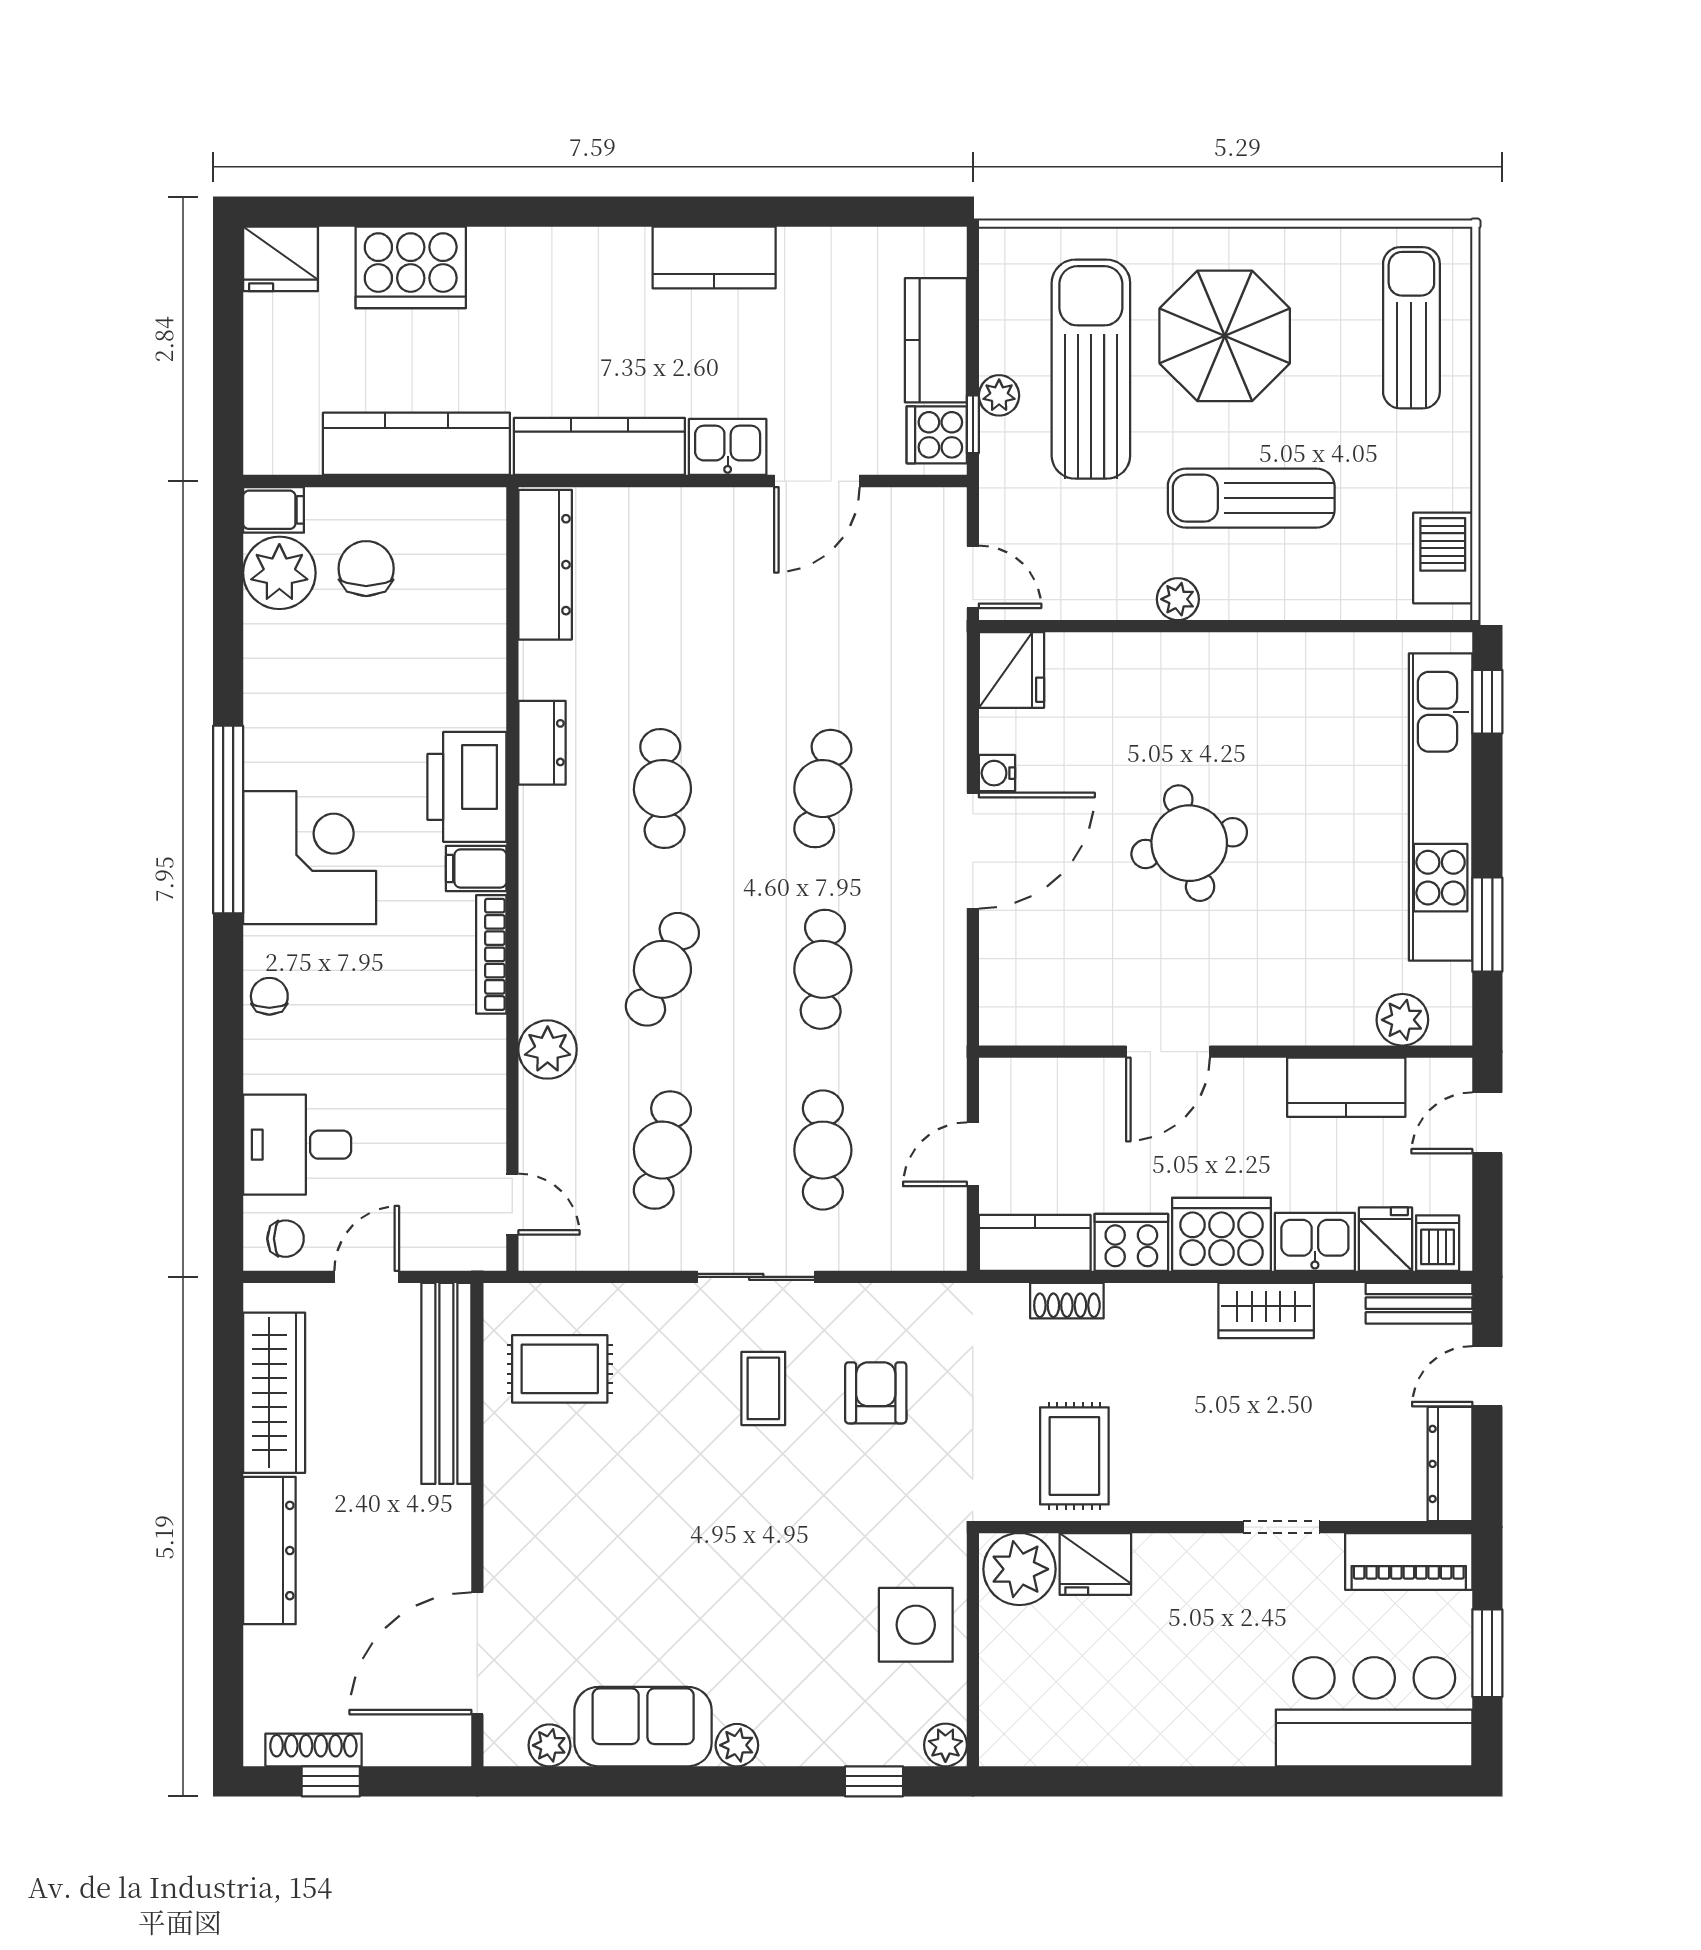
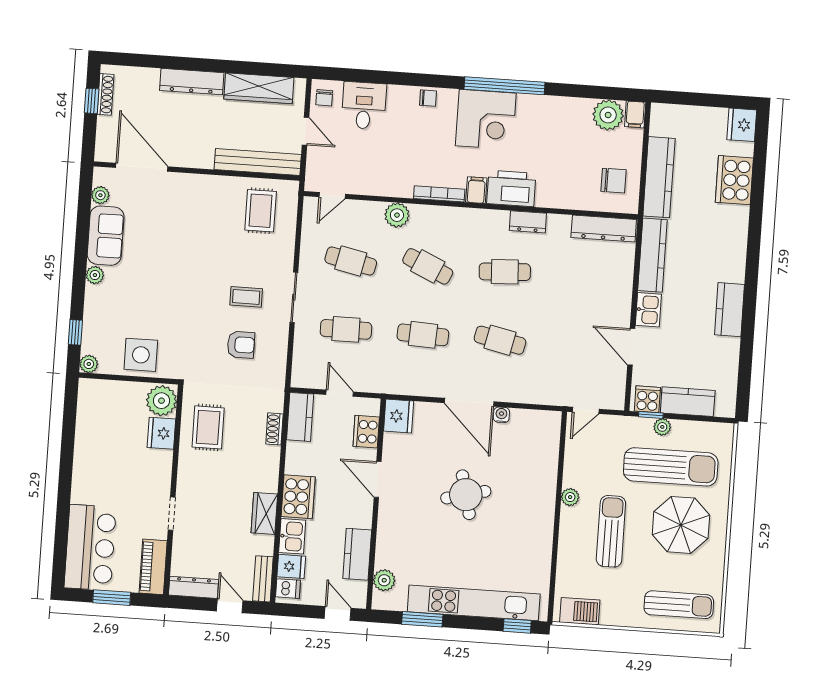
chair: (366, 569) -> (614, 181), moved
fridge: (1011, 670) -> (399, 416), moved, turned -90
cooker: (1131, 1242) -> (366, 432), moved, turned 180
rug: (1074, 1456) -> (208, 427), turned 90

